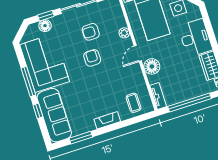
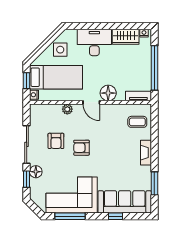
floor lamp: (45, 26) -> (36, 172), moved
window: (28, 81) -> (70, 216), moved

